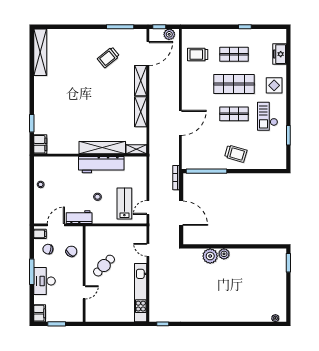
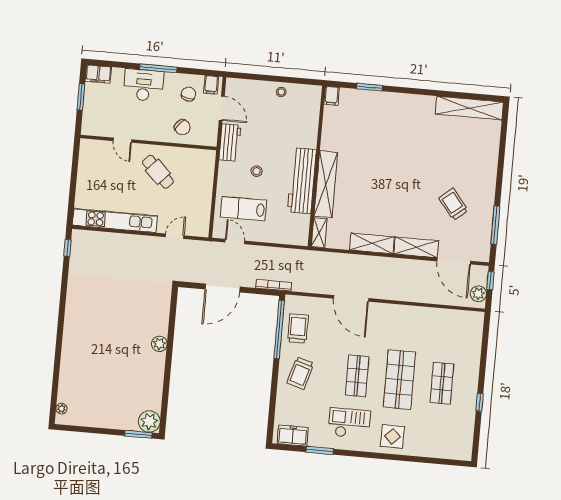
freezer: (280, 54) -> (293, 436), moved
trolley: (198, 55) -> (298, 329), moved
filing cabinet: (40, 144) -> (332, 96), width x0.50
lab bench: (124, 204) -> (243, 209), turned 180
plant: (210, 256) -> (149, 422), moved

